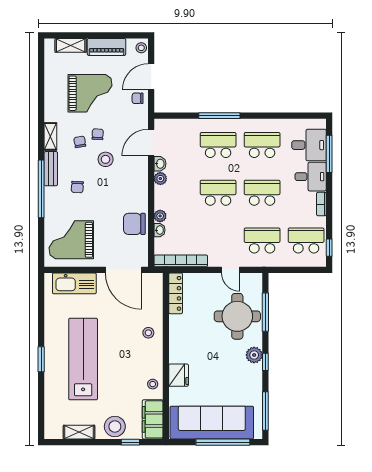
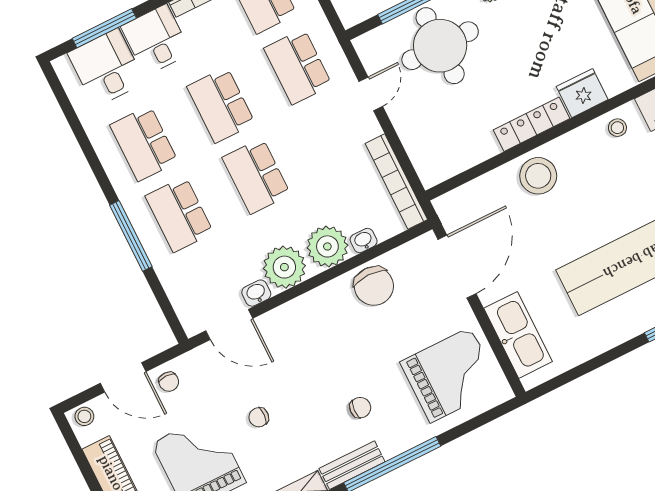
chair: (80, 142) -> (285, 440), removed
stool: (106, 159) -> (293, 384), removed
plant: (160, 179) -> (284, 267), width x1.87, depth x1.87
plant: (160, 216) -> (327, 246), width x1.88, depth x1.88
grand piano: (71, 240) -> (450, 375), turned -90
locker: (176, 293) -> (532, 124), moved
stool: (148, 333) -> (538, 176), width x1.89, depth x1.89

